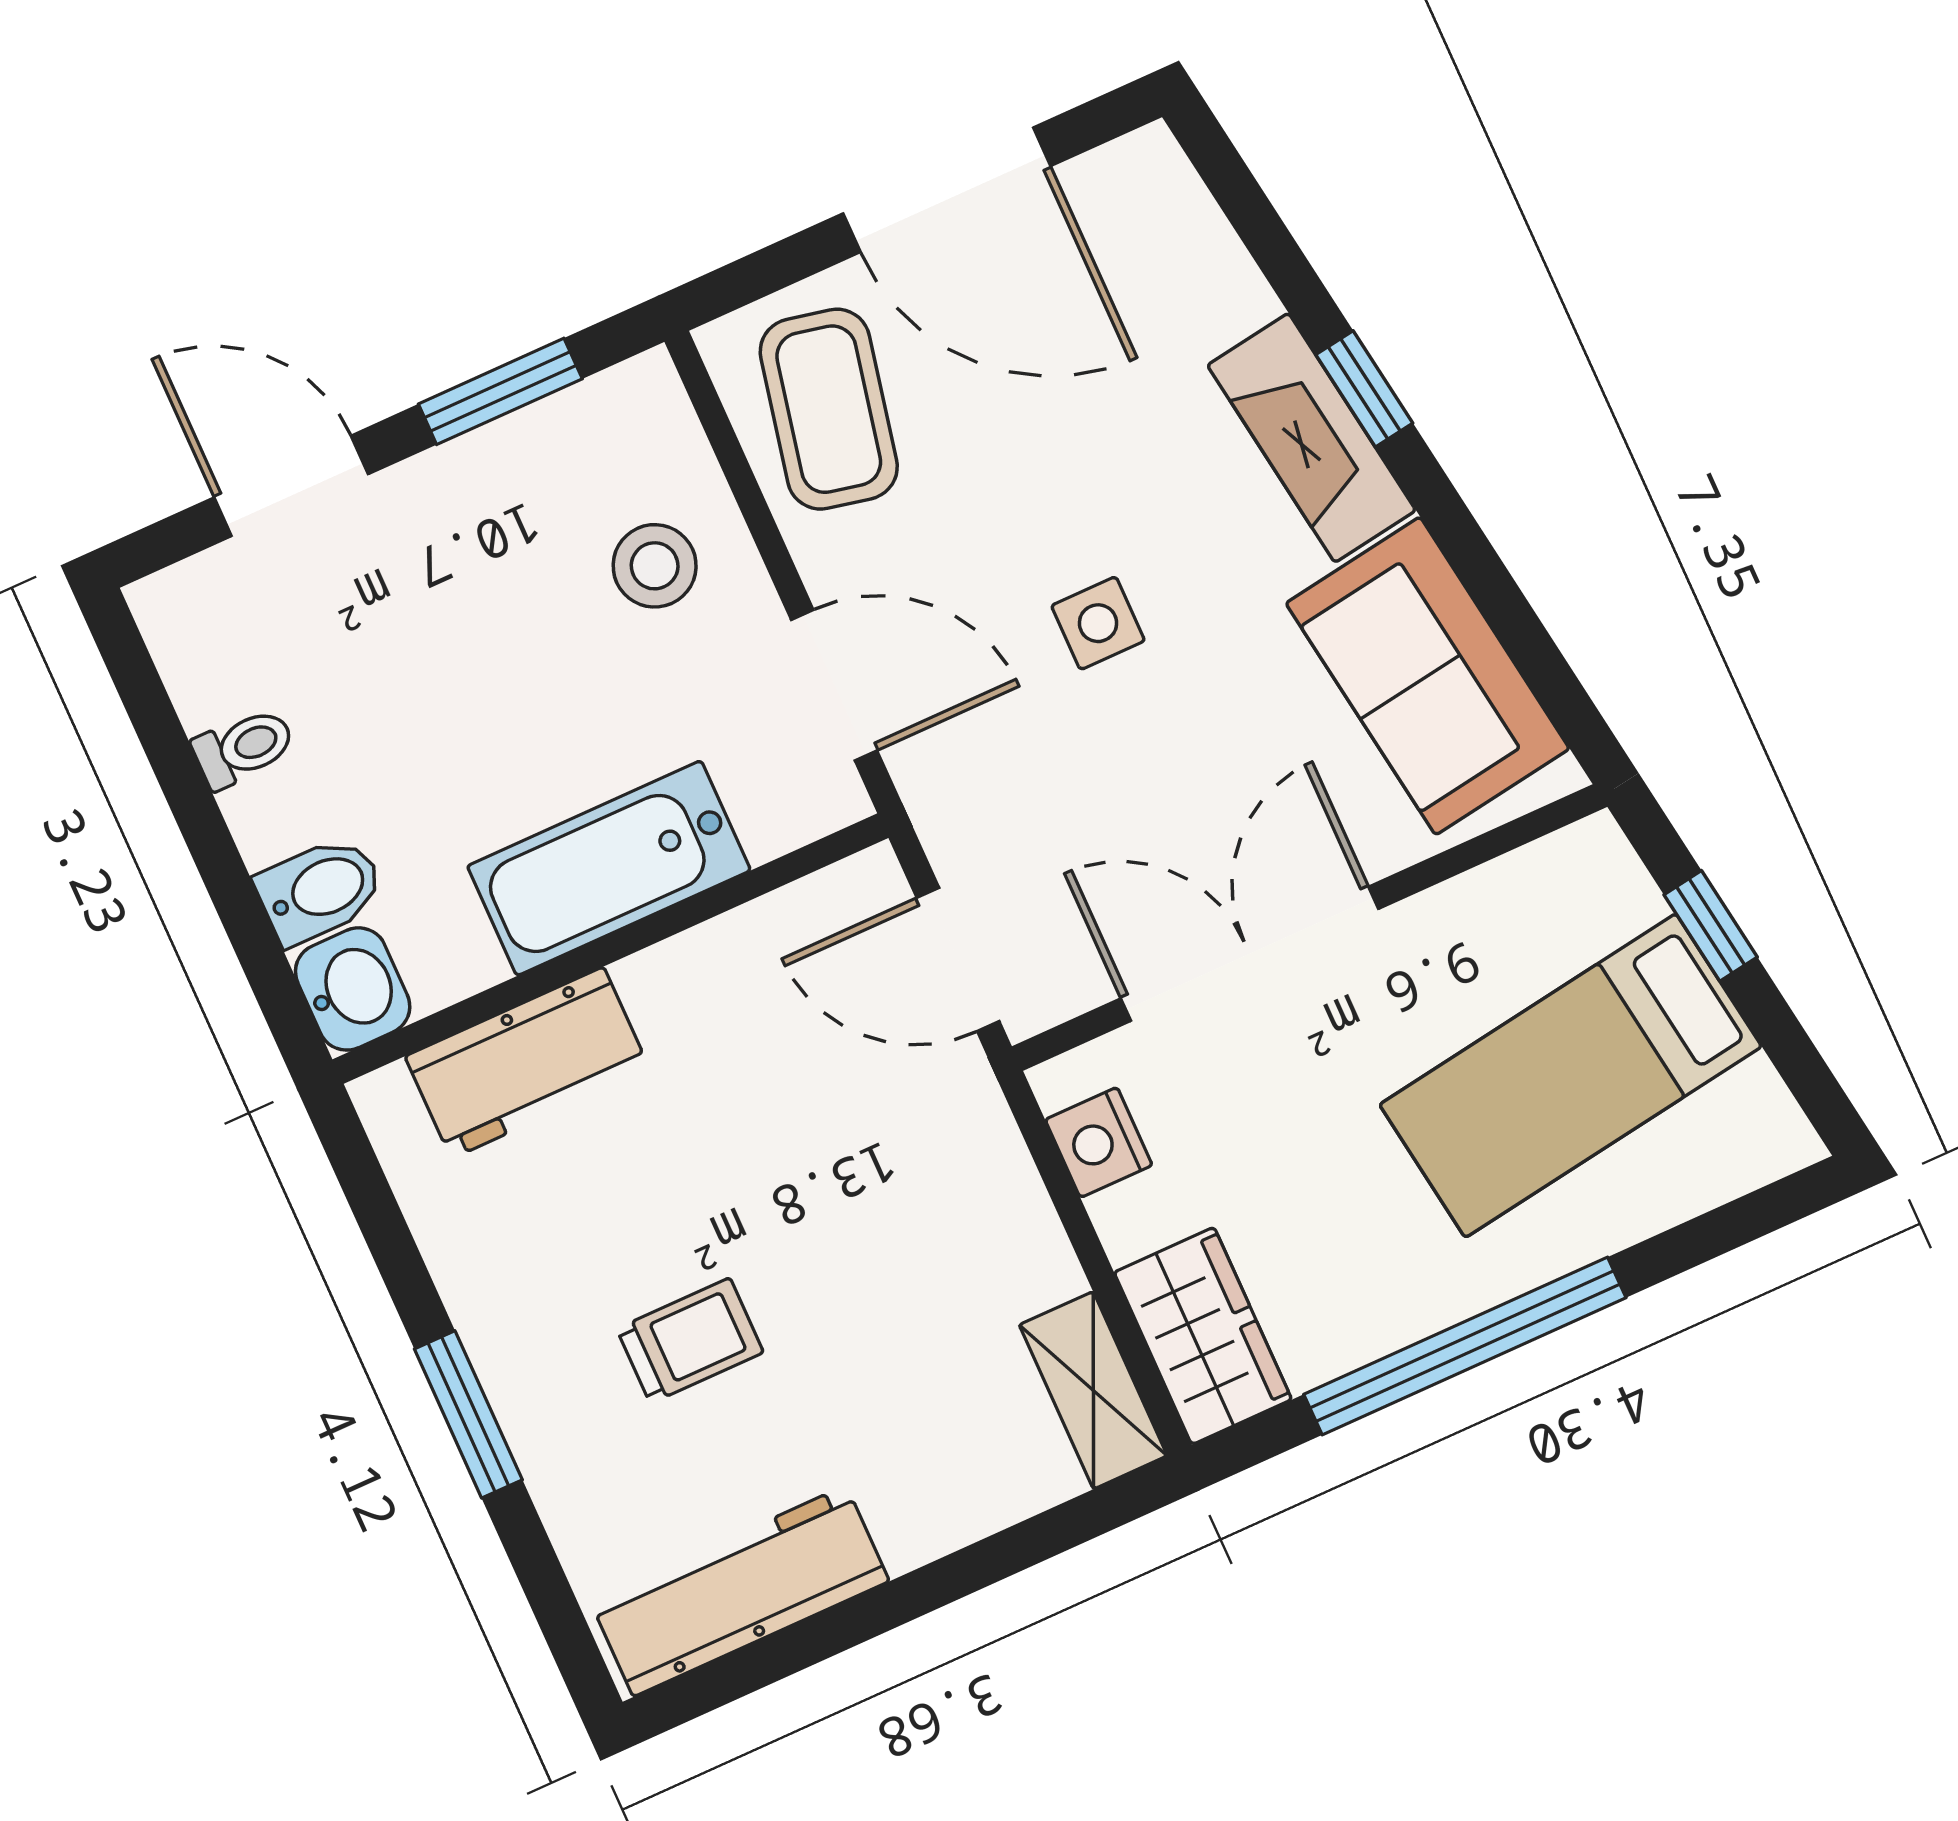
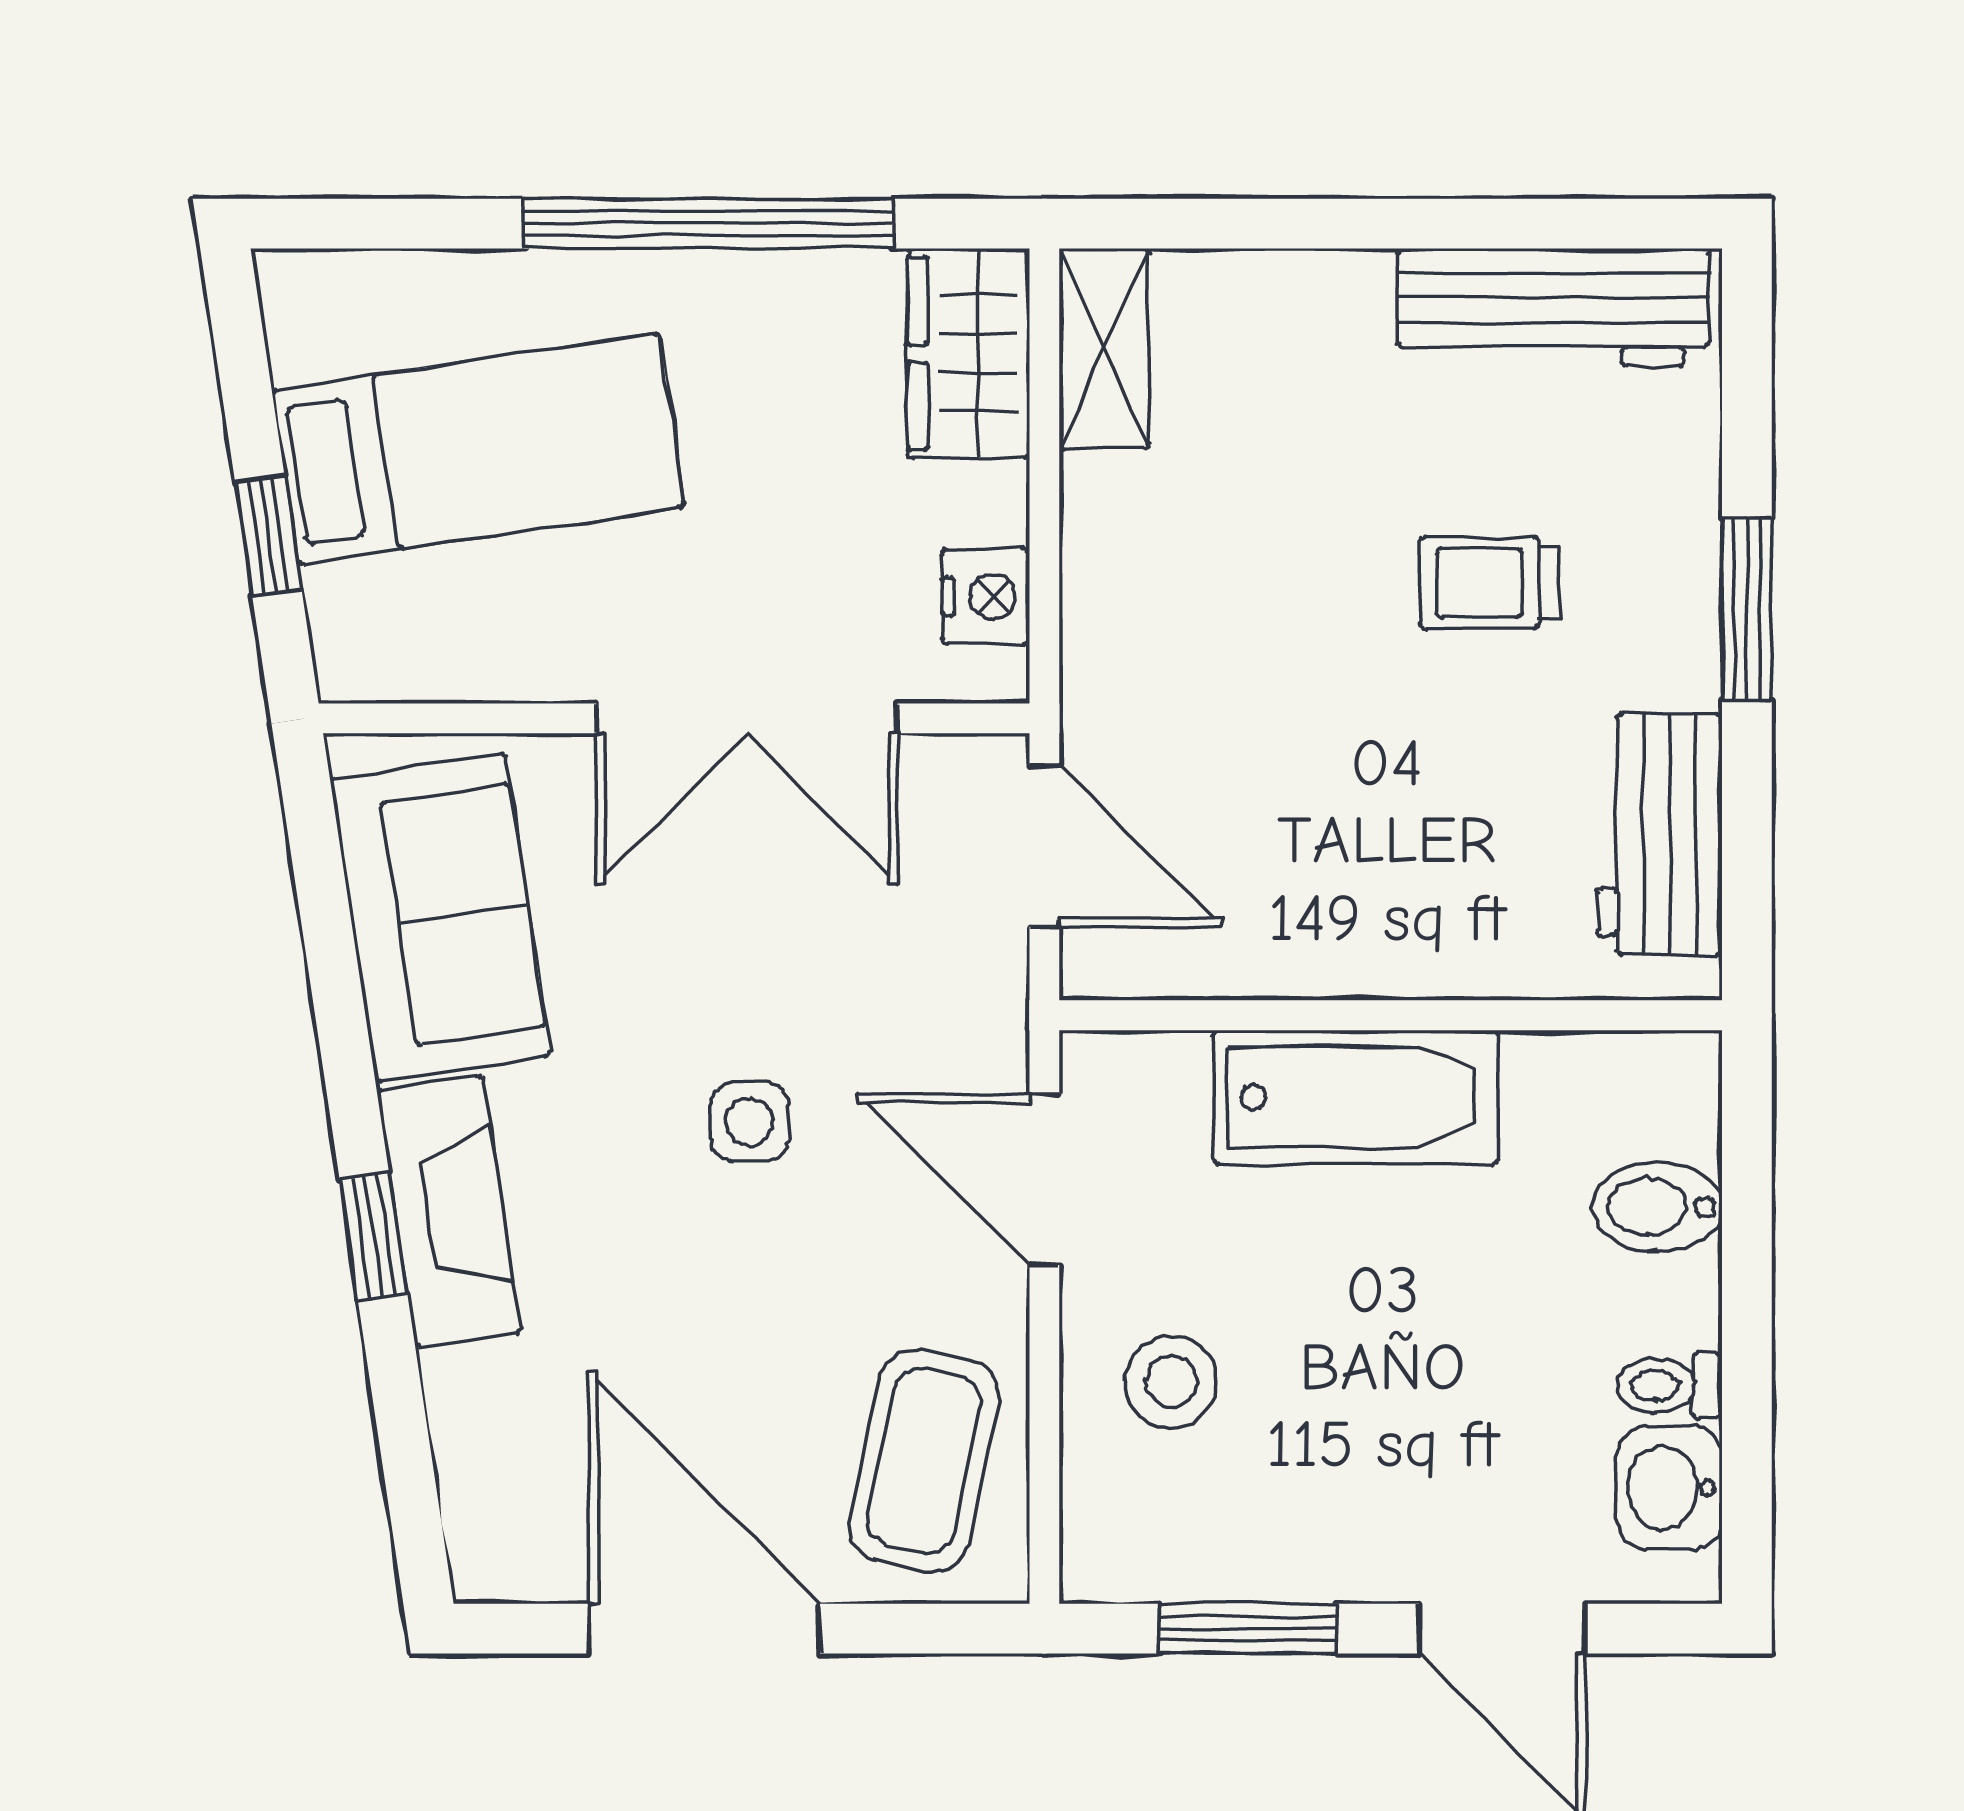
washbasin: (353, 989) -> (1670, 1488), moved
workbench: (527, 1063) -> (1660, 834), moved, turned -90

